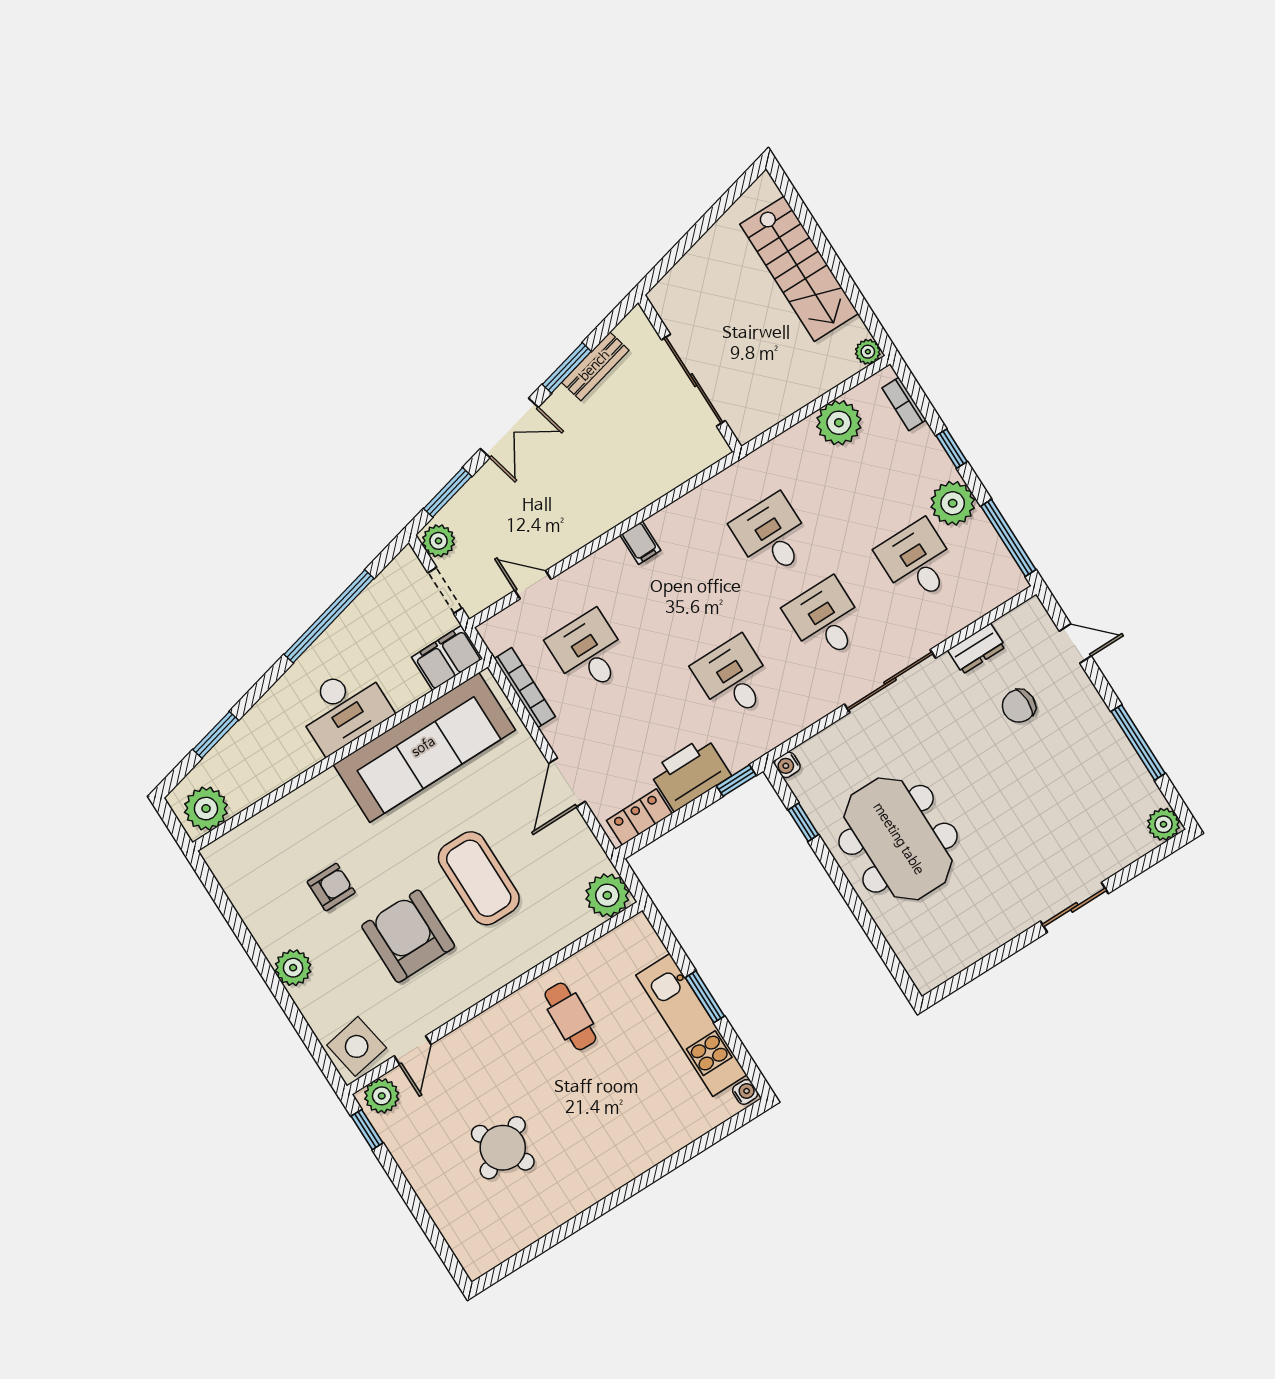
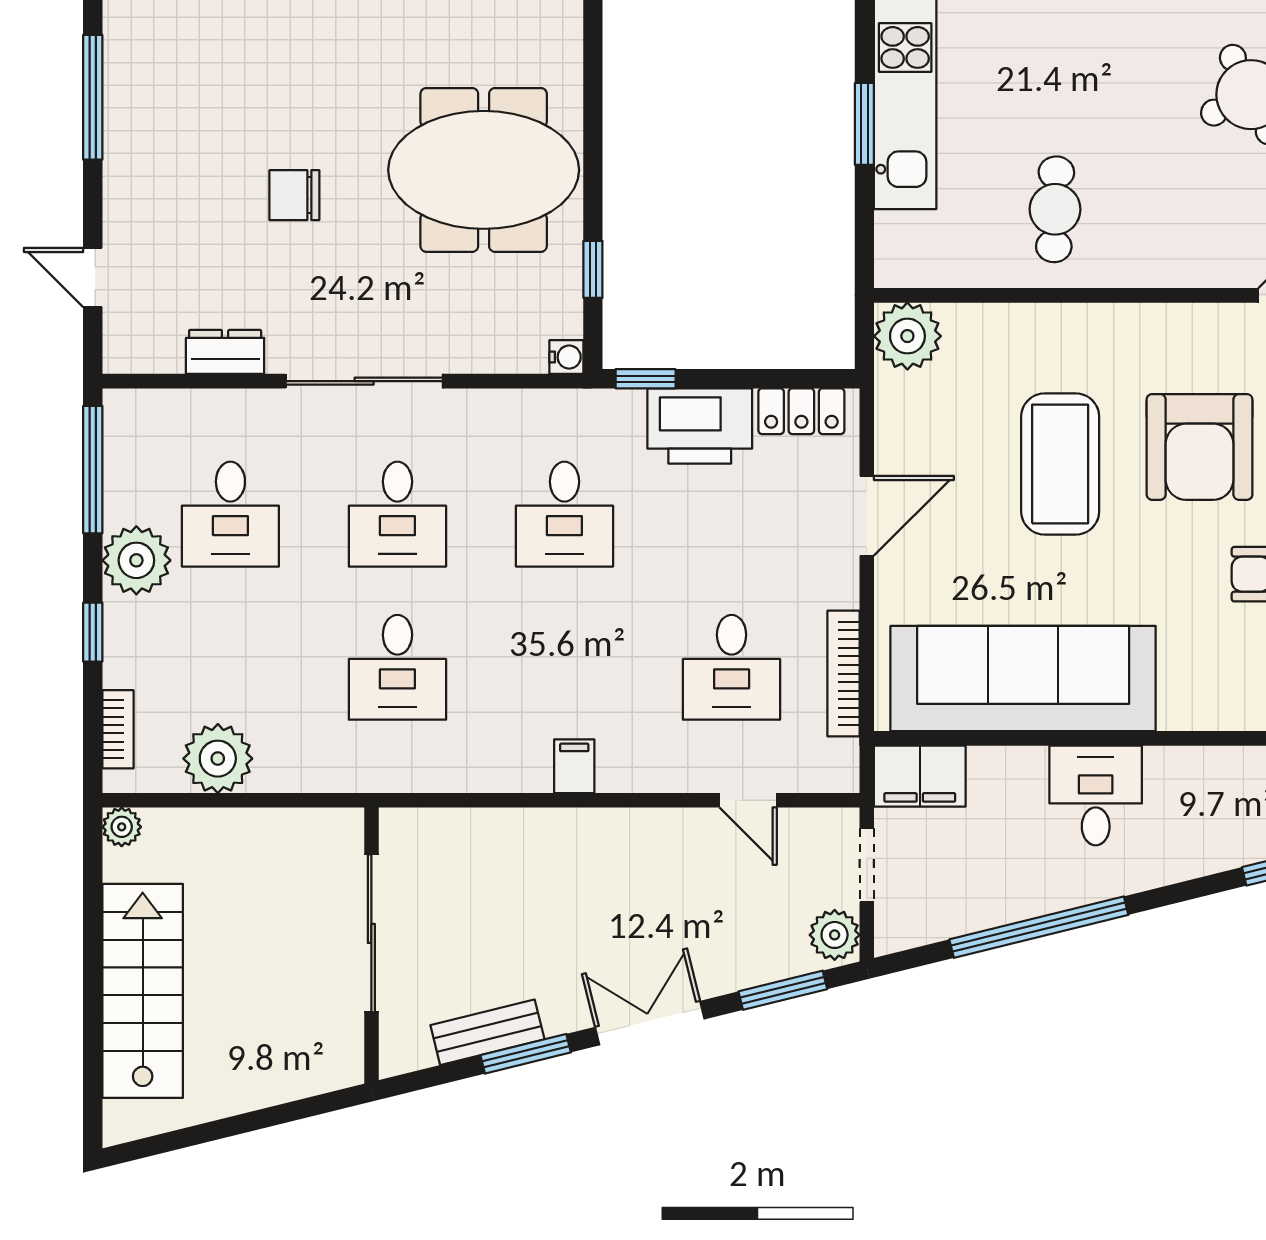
chair: (1019, 706) -> (294, 195), moved, turned 180
desk: (344, 709) -> (1096, 795), width x0.73
meeting table: (898, 839) -> (484, 170), turned 90

